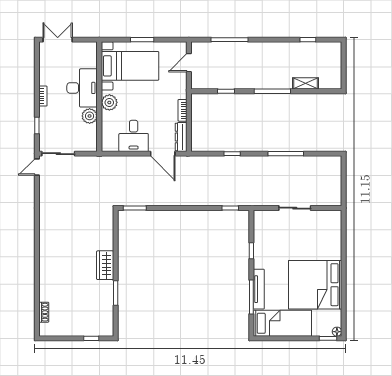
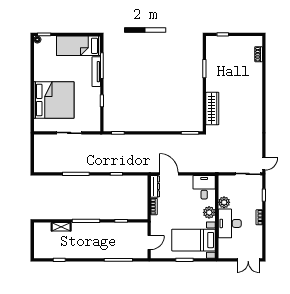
desk: (134, 136) -> (204, 187), moved
wardrobe: (105, 265) -> (212, 109), moved, width x1.50
bed: (315, 285) -> (54, 100), moved

